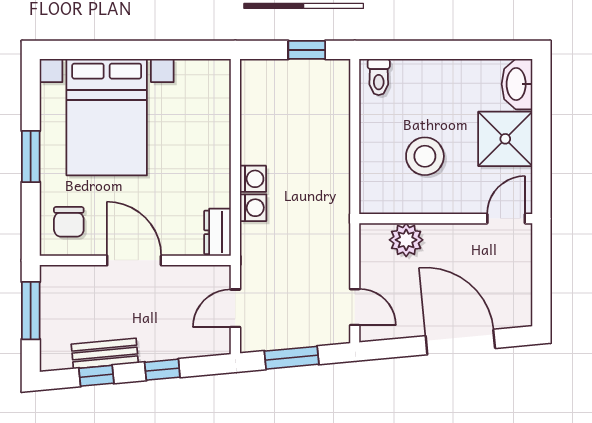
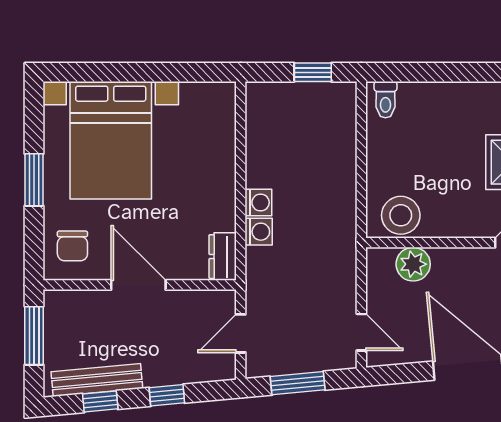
stool: (425, 156) -> (401, 215), moved
bench: (105, 353) -> (97, 380), width x1.36

